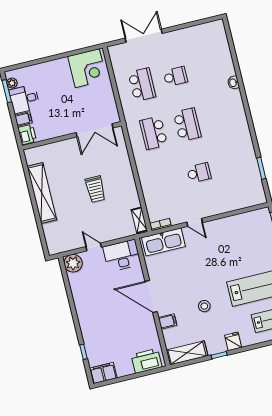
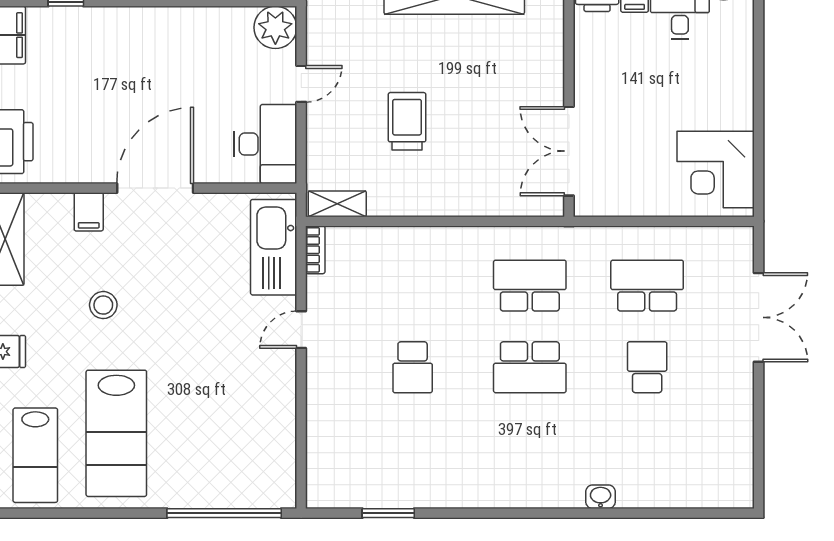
school desk: (175, 76) -> (647, 367), turned 180
school desk: (142, 85) -> (647, 286), turned 180
trolley: (95, 189) -> (407, 121), moved, turned 90

